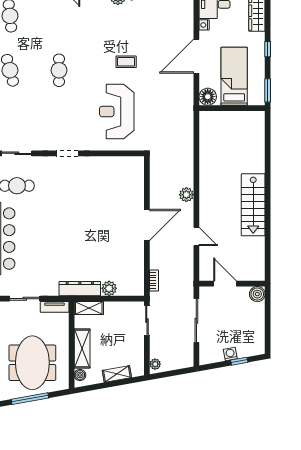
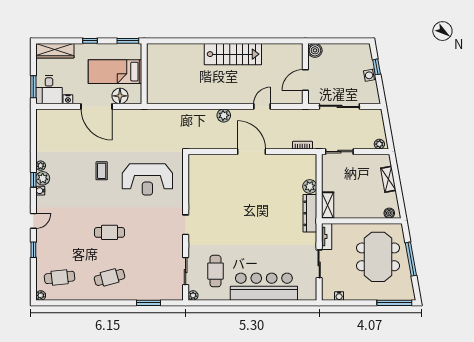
floor lamp: (208, 97) -> (120, 96), moved
shelving: (82, 349) -> (365, 211), removed
meeting table: (32, 363) -> (378, 257), turned 90

